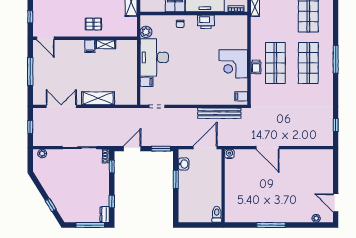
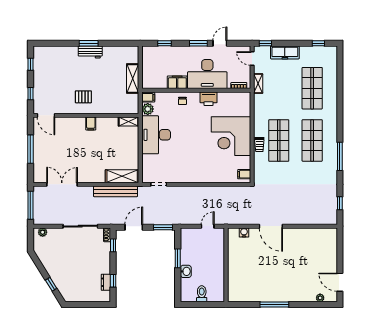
pallet: (94, 24) -> (83, 97), moved
shelving: (106, 44) -> (128, 122), moved
window: (336, 59) -> (340, 156), moved
corner desk: (233, 64) -> (231, 136), width x1.36, depth x1.36
filing cabinet: (146, 82) -> (148, 97), moved
shelving: (98, 98) -> (122, 176), moved
bench: (219, 113) -> (116, 191), moved
window: (30, 127) -> (30, 205), width x2.17
door: (205, 148) -> (208, 226), width x0.53
water cooler: (229, 154) -> (244, 232), moved
washbasin: (184, 164) -> (186, 271), moved
dresser: (105, 214) -> (106, 282), moved
toilet: (217, 214) -> (202, 294), moved
window: (90, 225) -> (91, 305), removed

